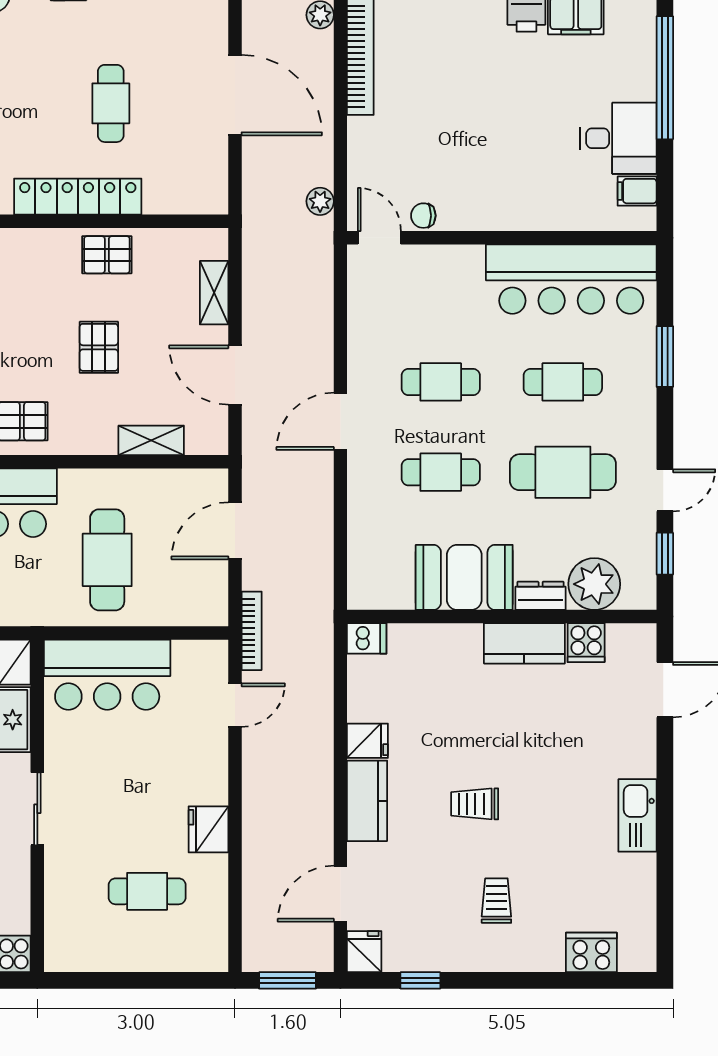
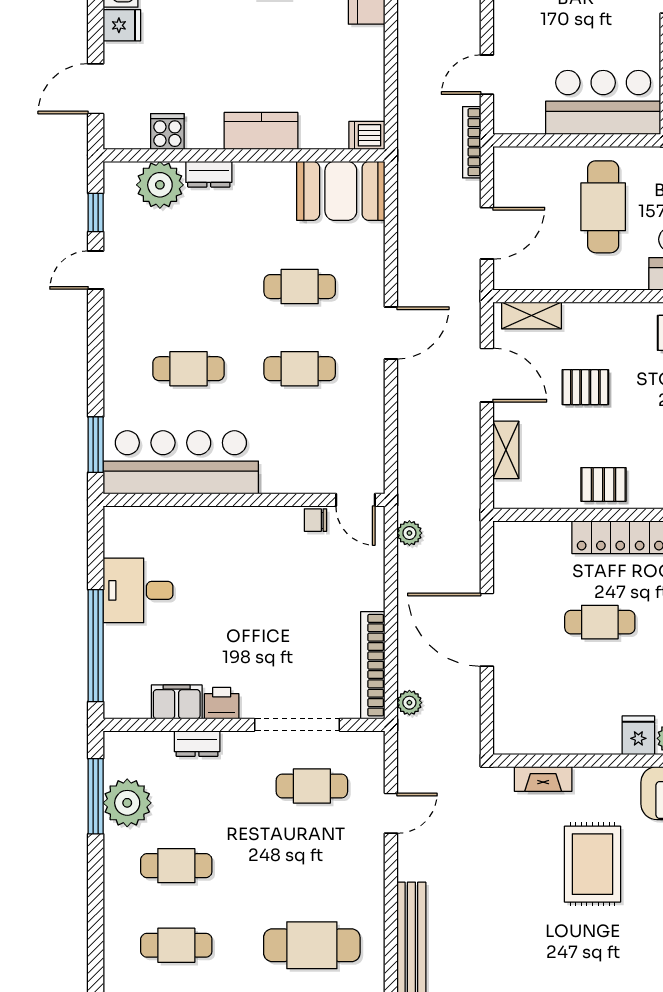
cafe table: (111, 103) -> (600, 622), turned 90
filing cabinet: (637, 191) -> (121, 542), removed
chair: (423, 216) -> (315, 520), turned 180
pallet: (99, 347) -> (585, 387), moved, turned 90
window: (665, 357) -> (96, 445), moved
shelving: (151, 440) -> (532, 316), moved
cafe table: (563, 472) -> (189, 287), removed
booth: (464, 577) -> (341, 191), moved
kitchen counter: (524, 643) -> (261, 131), moved
fridge: (367, 741) -> (122, 25), moved, turned 180

